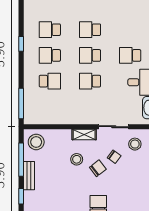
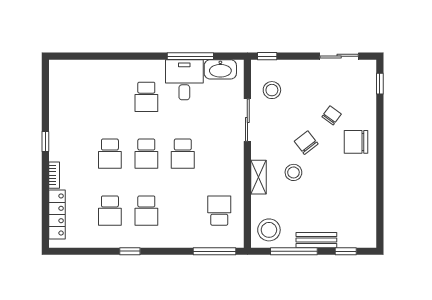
school desk: (50, 81) -> (219, 211), moved
shelving: (84, 135) -> (259, 177), moved
chair: (114, 157) -> (332, 115), moved

